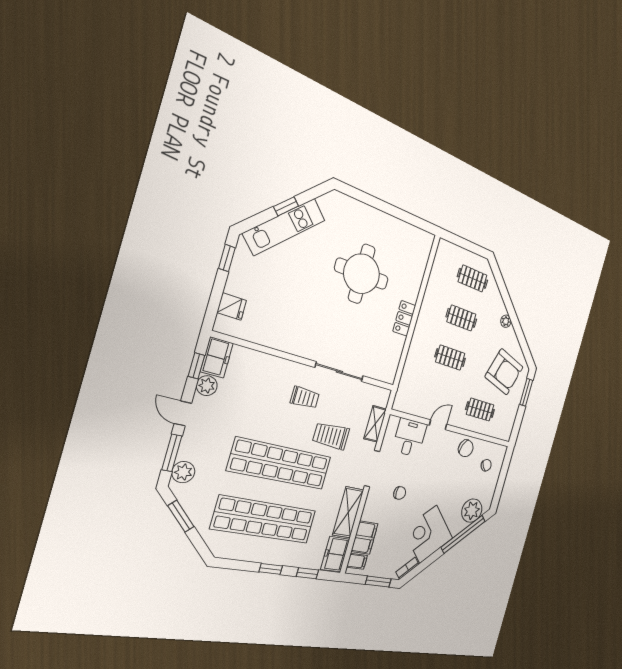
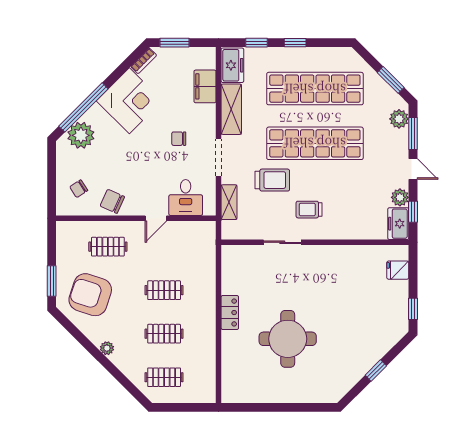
kitchen unit: (284, 227) -> (372, 353), removed
sliding door: (339, 372) -> (282, 242), width x0.73
filing cabinet: (357, 561) -> (206, 61), removed

